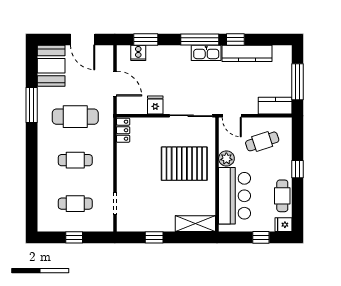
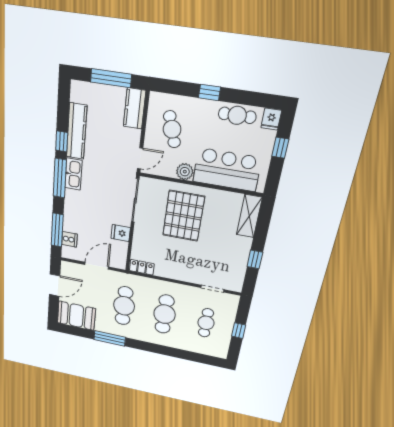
window: (146, 39) -> (57, 230), width x1.44
cafe table: (75, 160) -> (165, 314), width x1.37, depth x1.35

